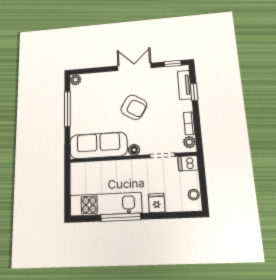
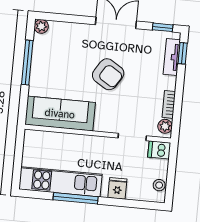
window: (194, 92) -> (183, 53), moved
floor lamp: (134, 150) -> (101, 125), removed

